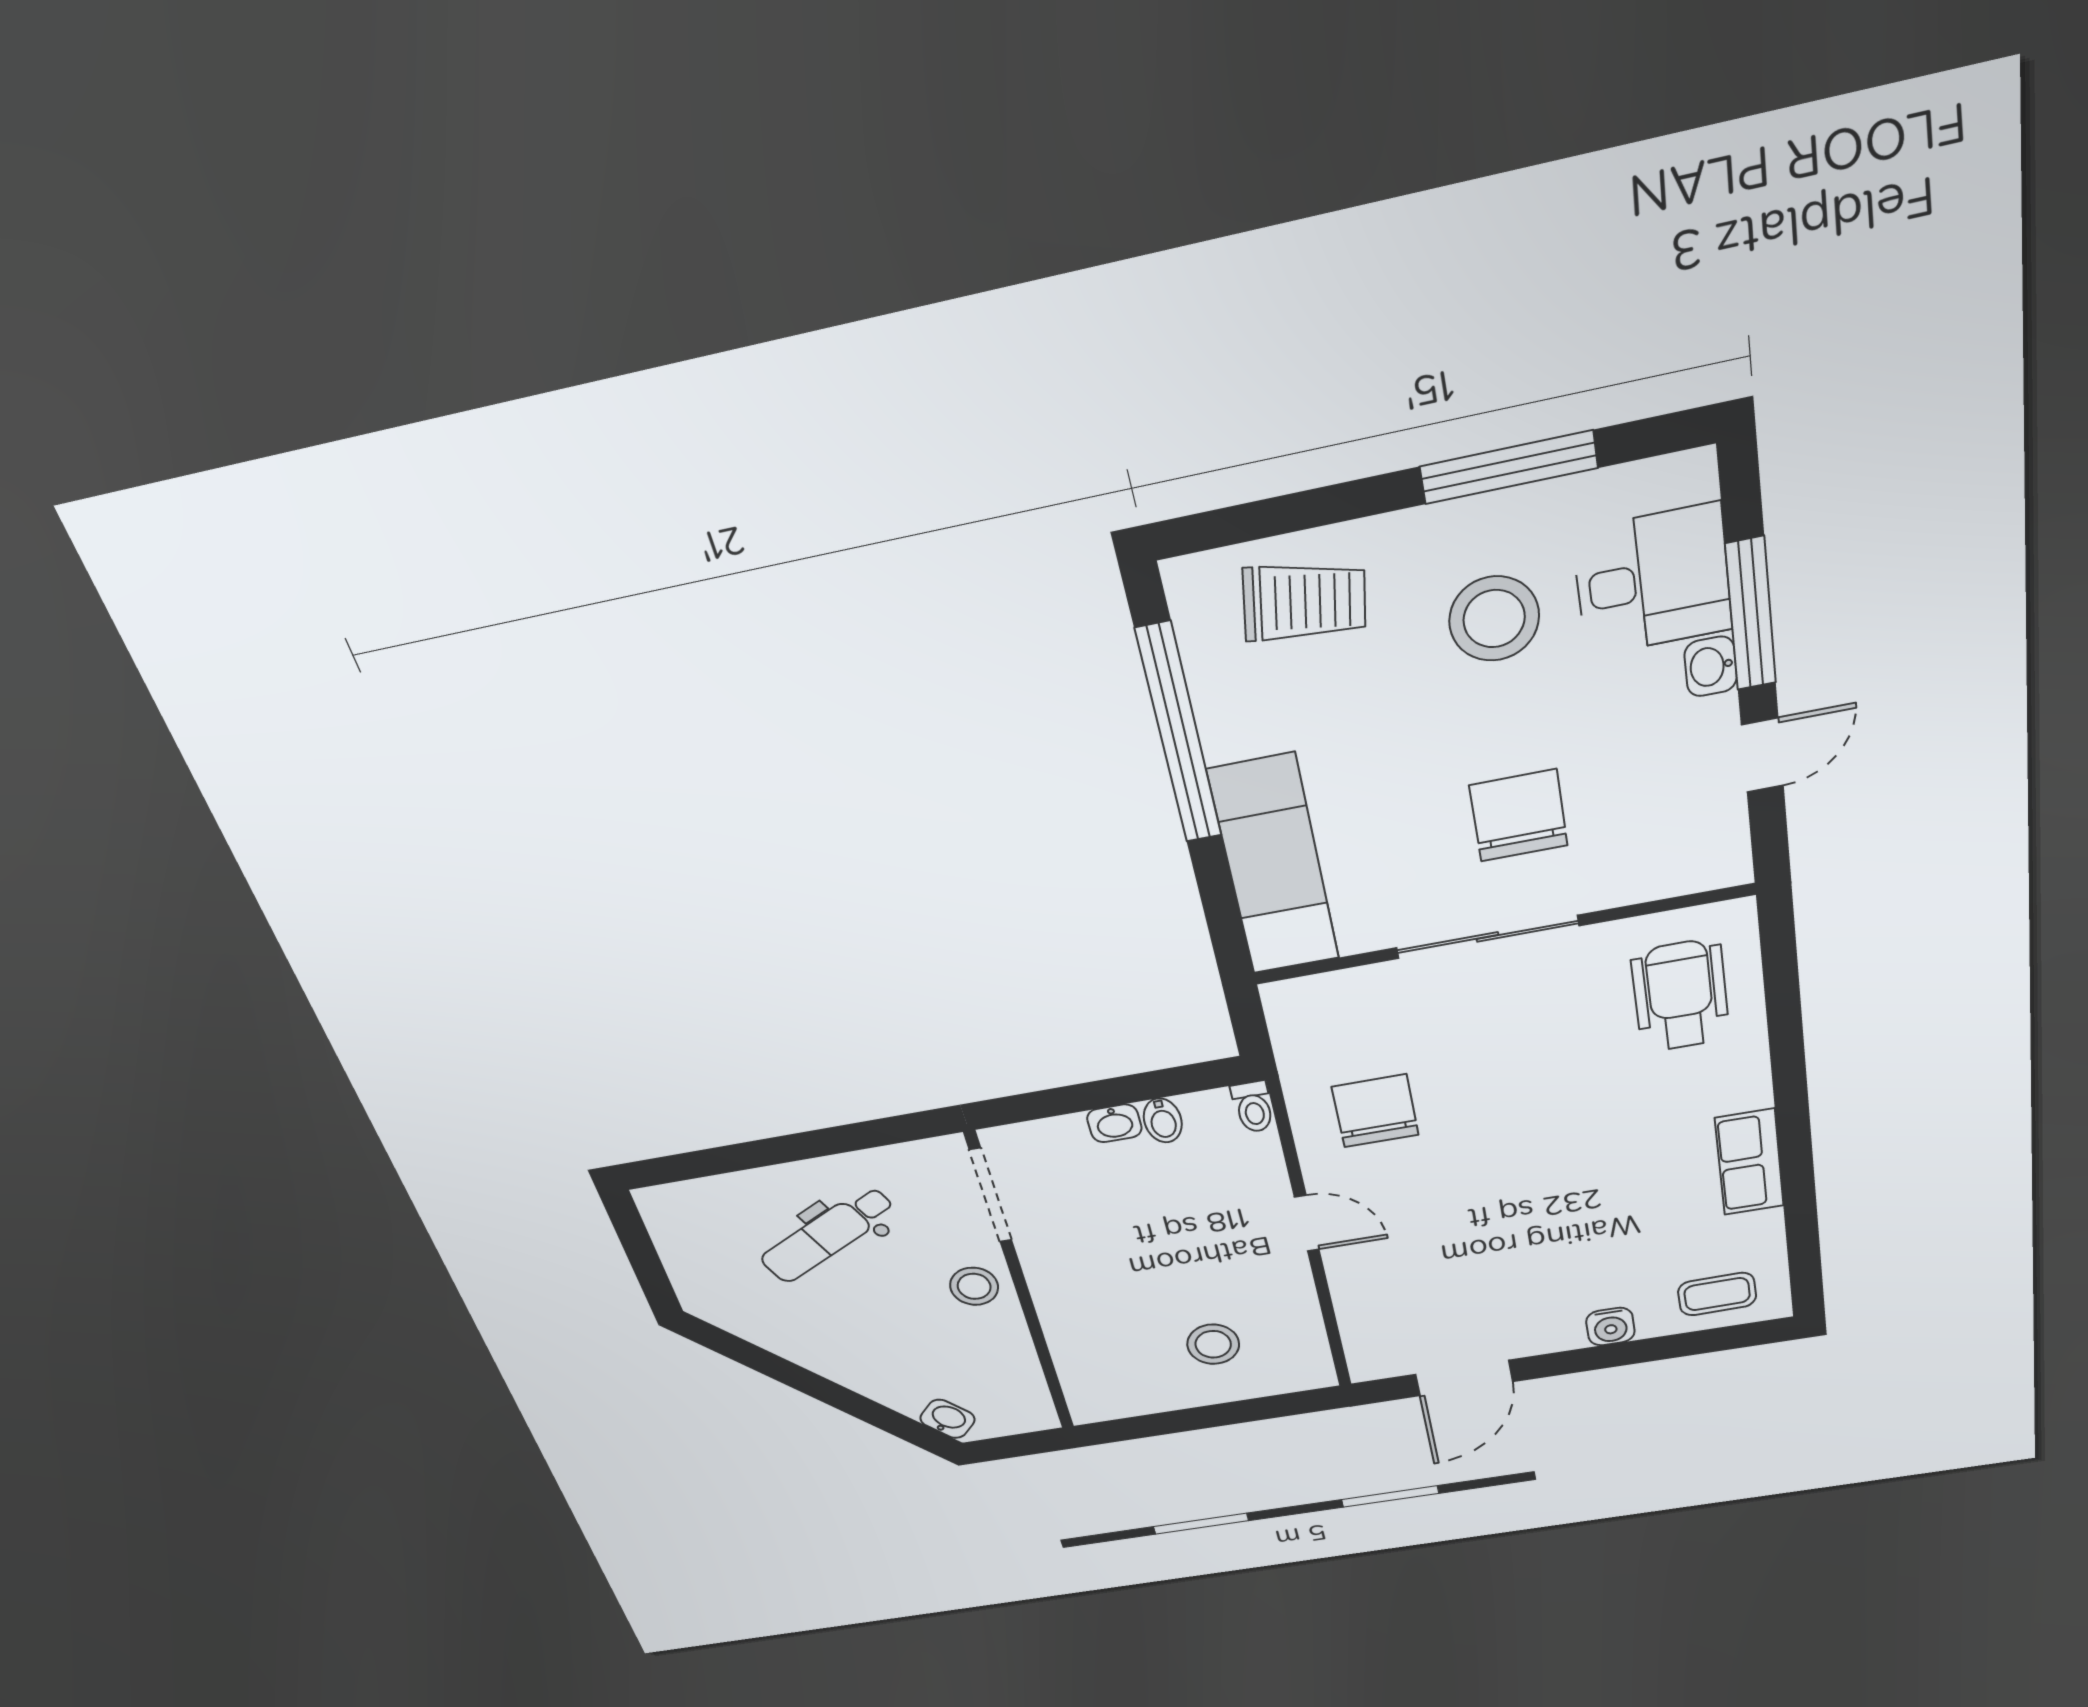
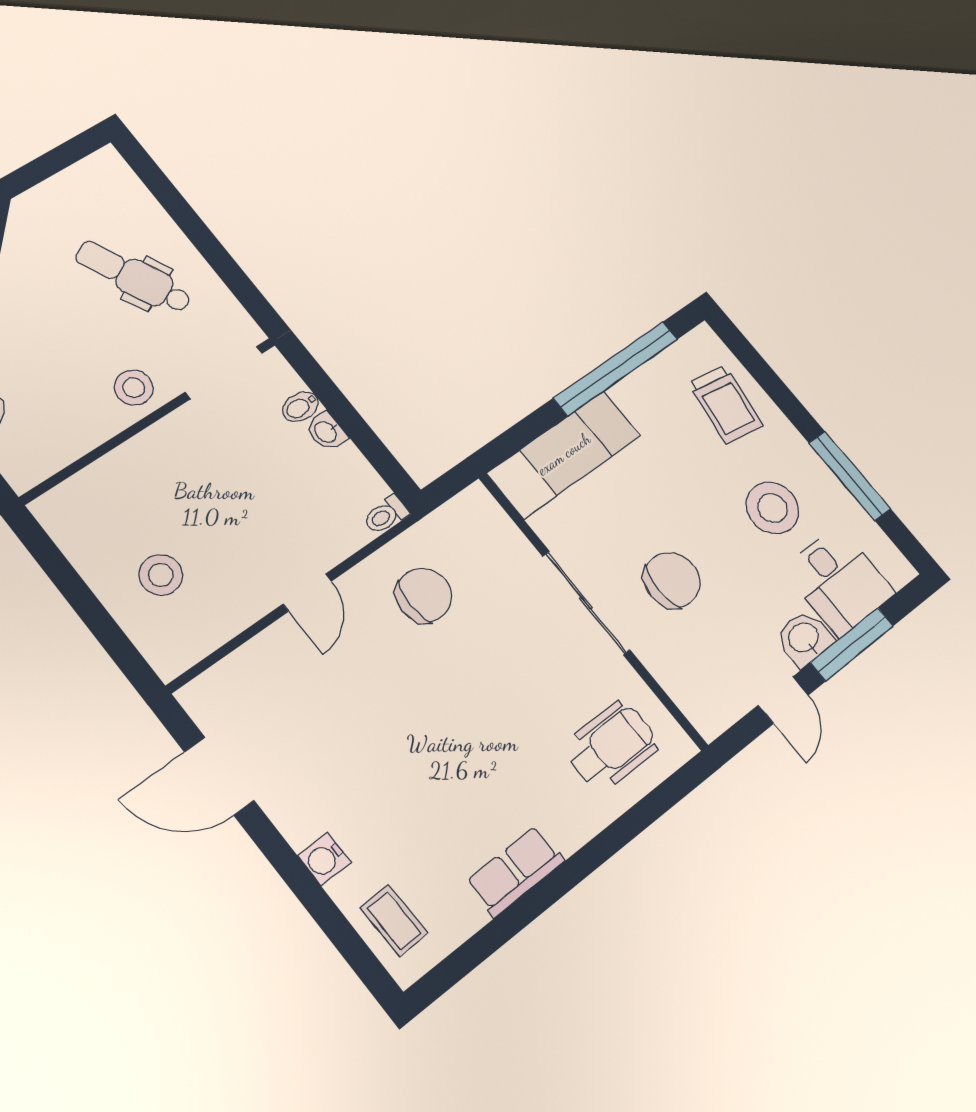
washbasin: (1711, 666) -> (804, 638), width x1.38, depth x1.45
door: (1762, 755) -> (783, 700), hinge flipped
bidet: (1163, 1120) -> (300, 407), moved

